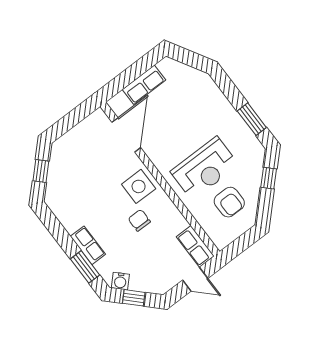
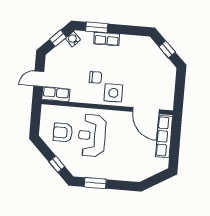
row of seats: (144, 85) -> (164, 137), width x1.48

